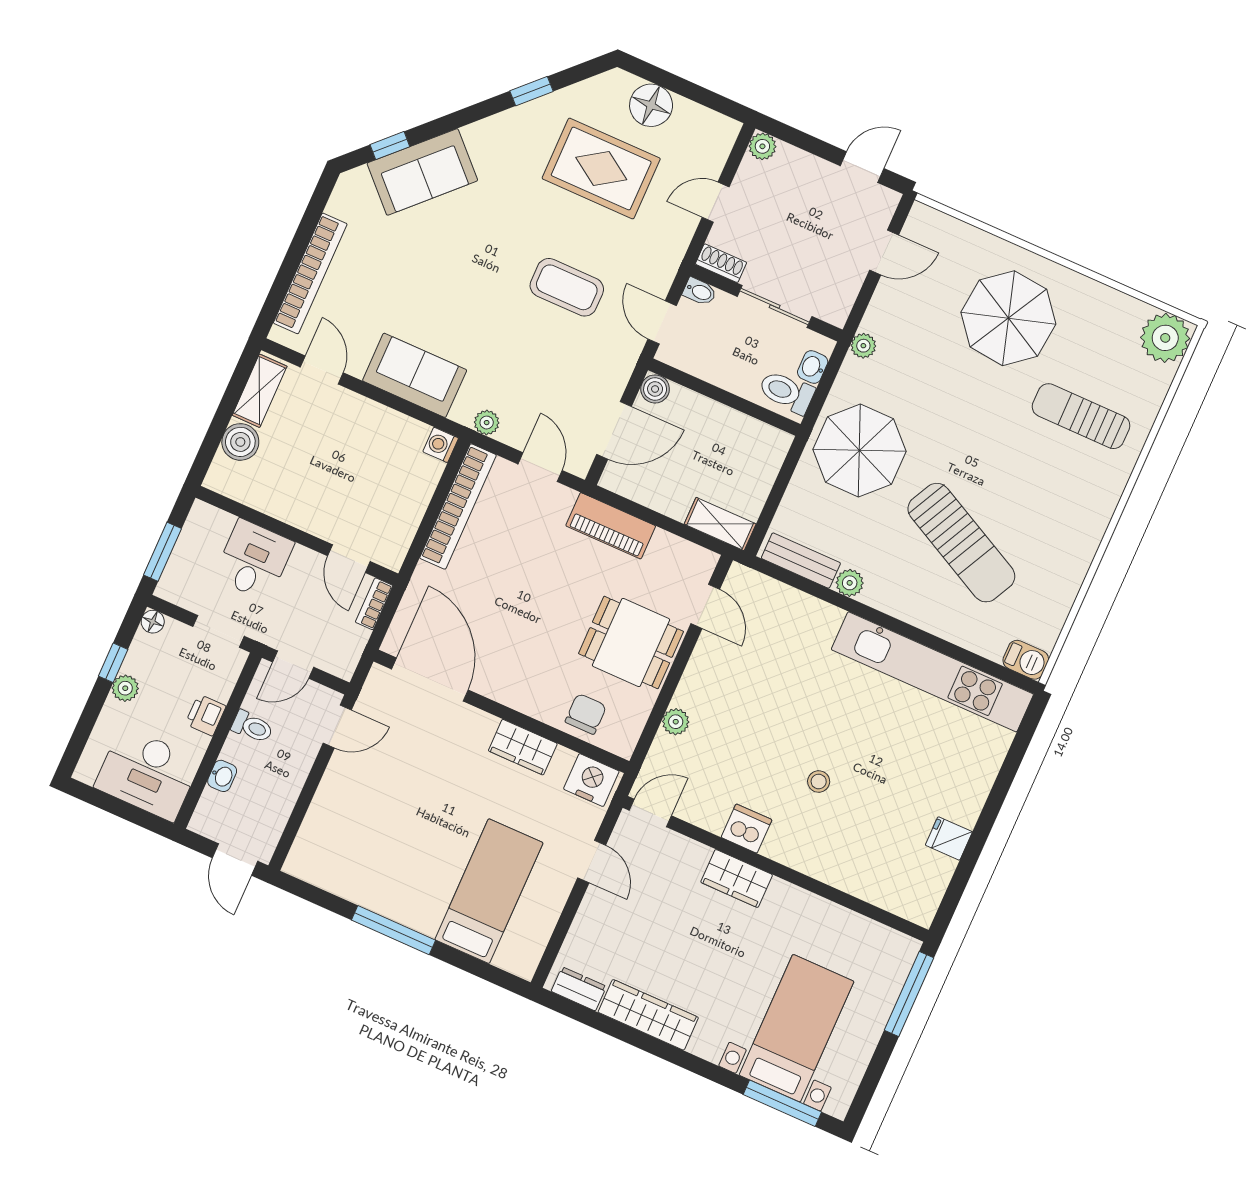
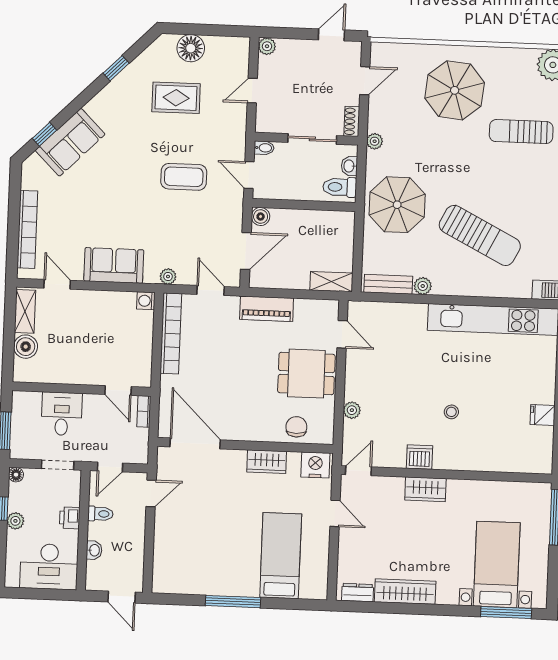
rug: (601, 169) -> (176, 98), width x0.73, depth x0.70
shoe rack: (721, 263) -> (352, 121), moved, turned -90

